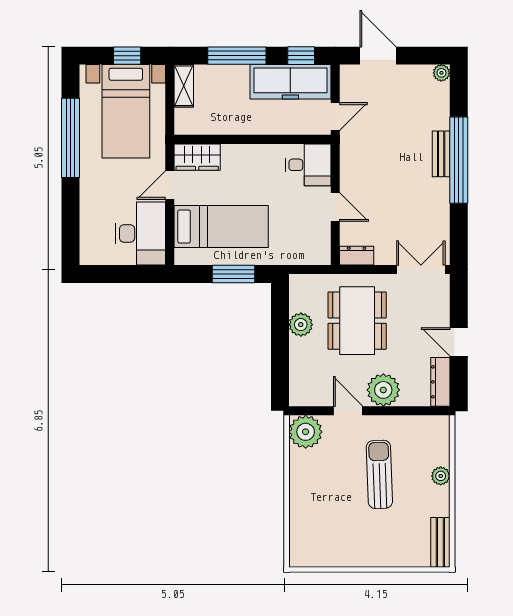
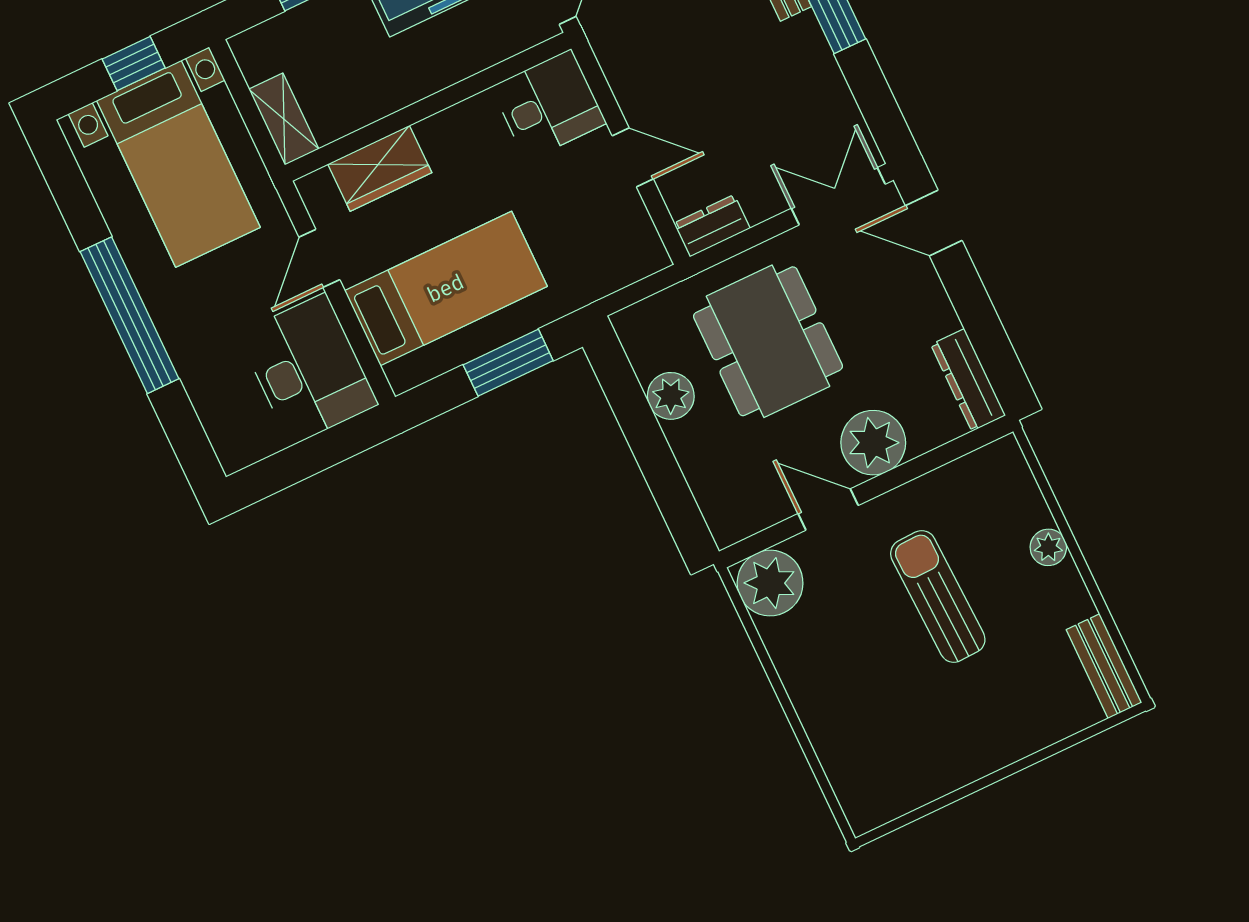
shelving: (184, 86) -> (284, 119), moved
window: (71, 138) -> (130, 315), moved
wardrobe: (197, 157) -> (380, 168), moved
door: (459, 342) -> (934, 223), moved

